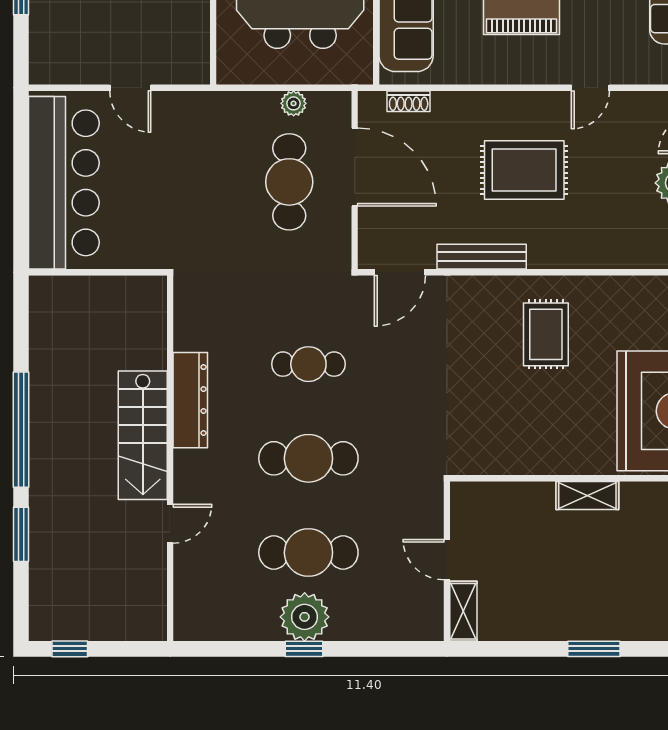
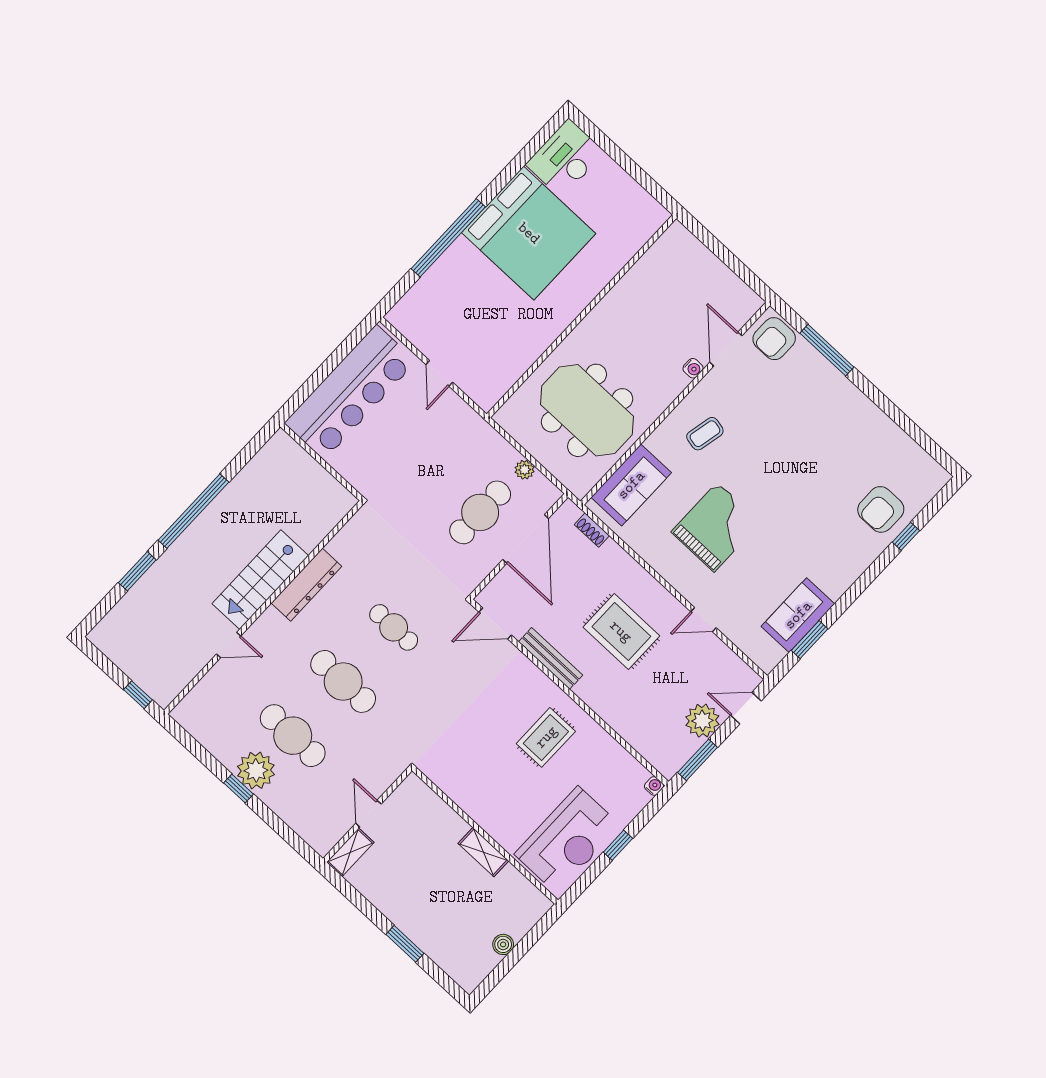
window: (70, 649) -> (138, 695), moved

